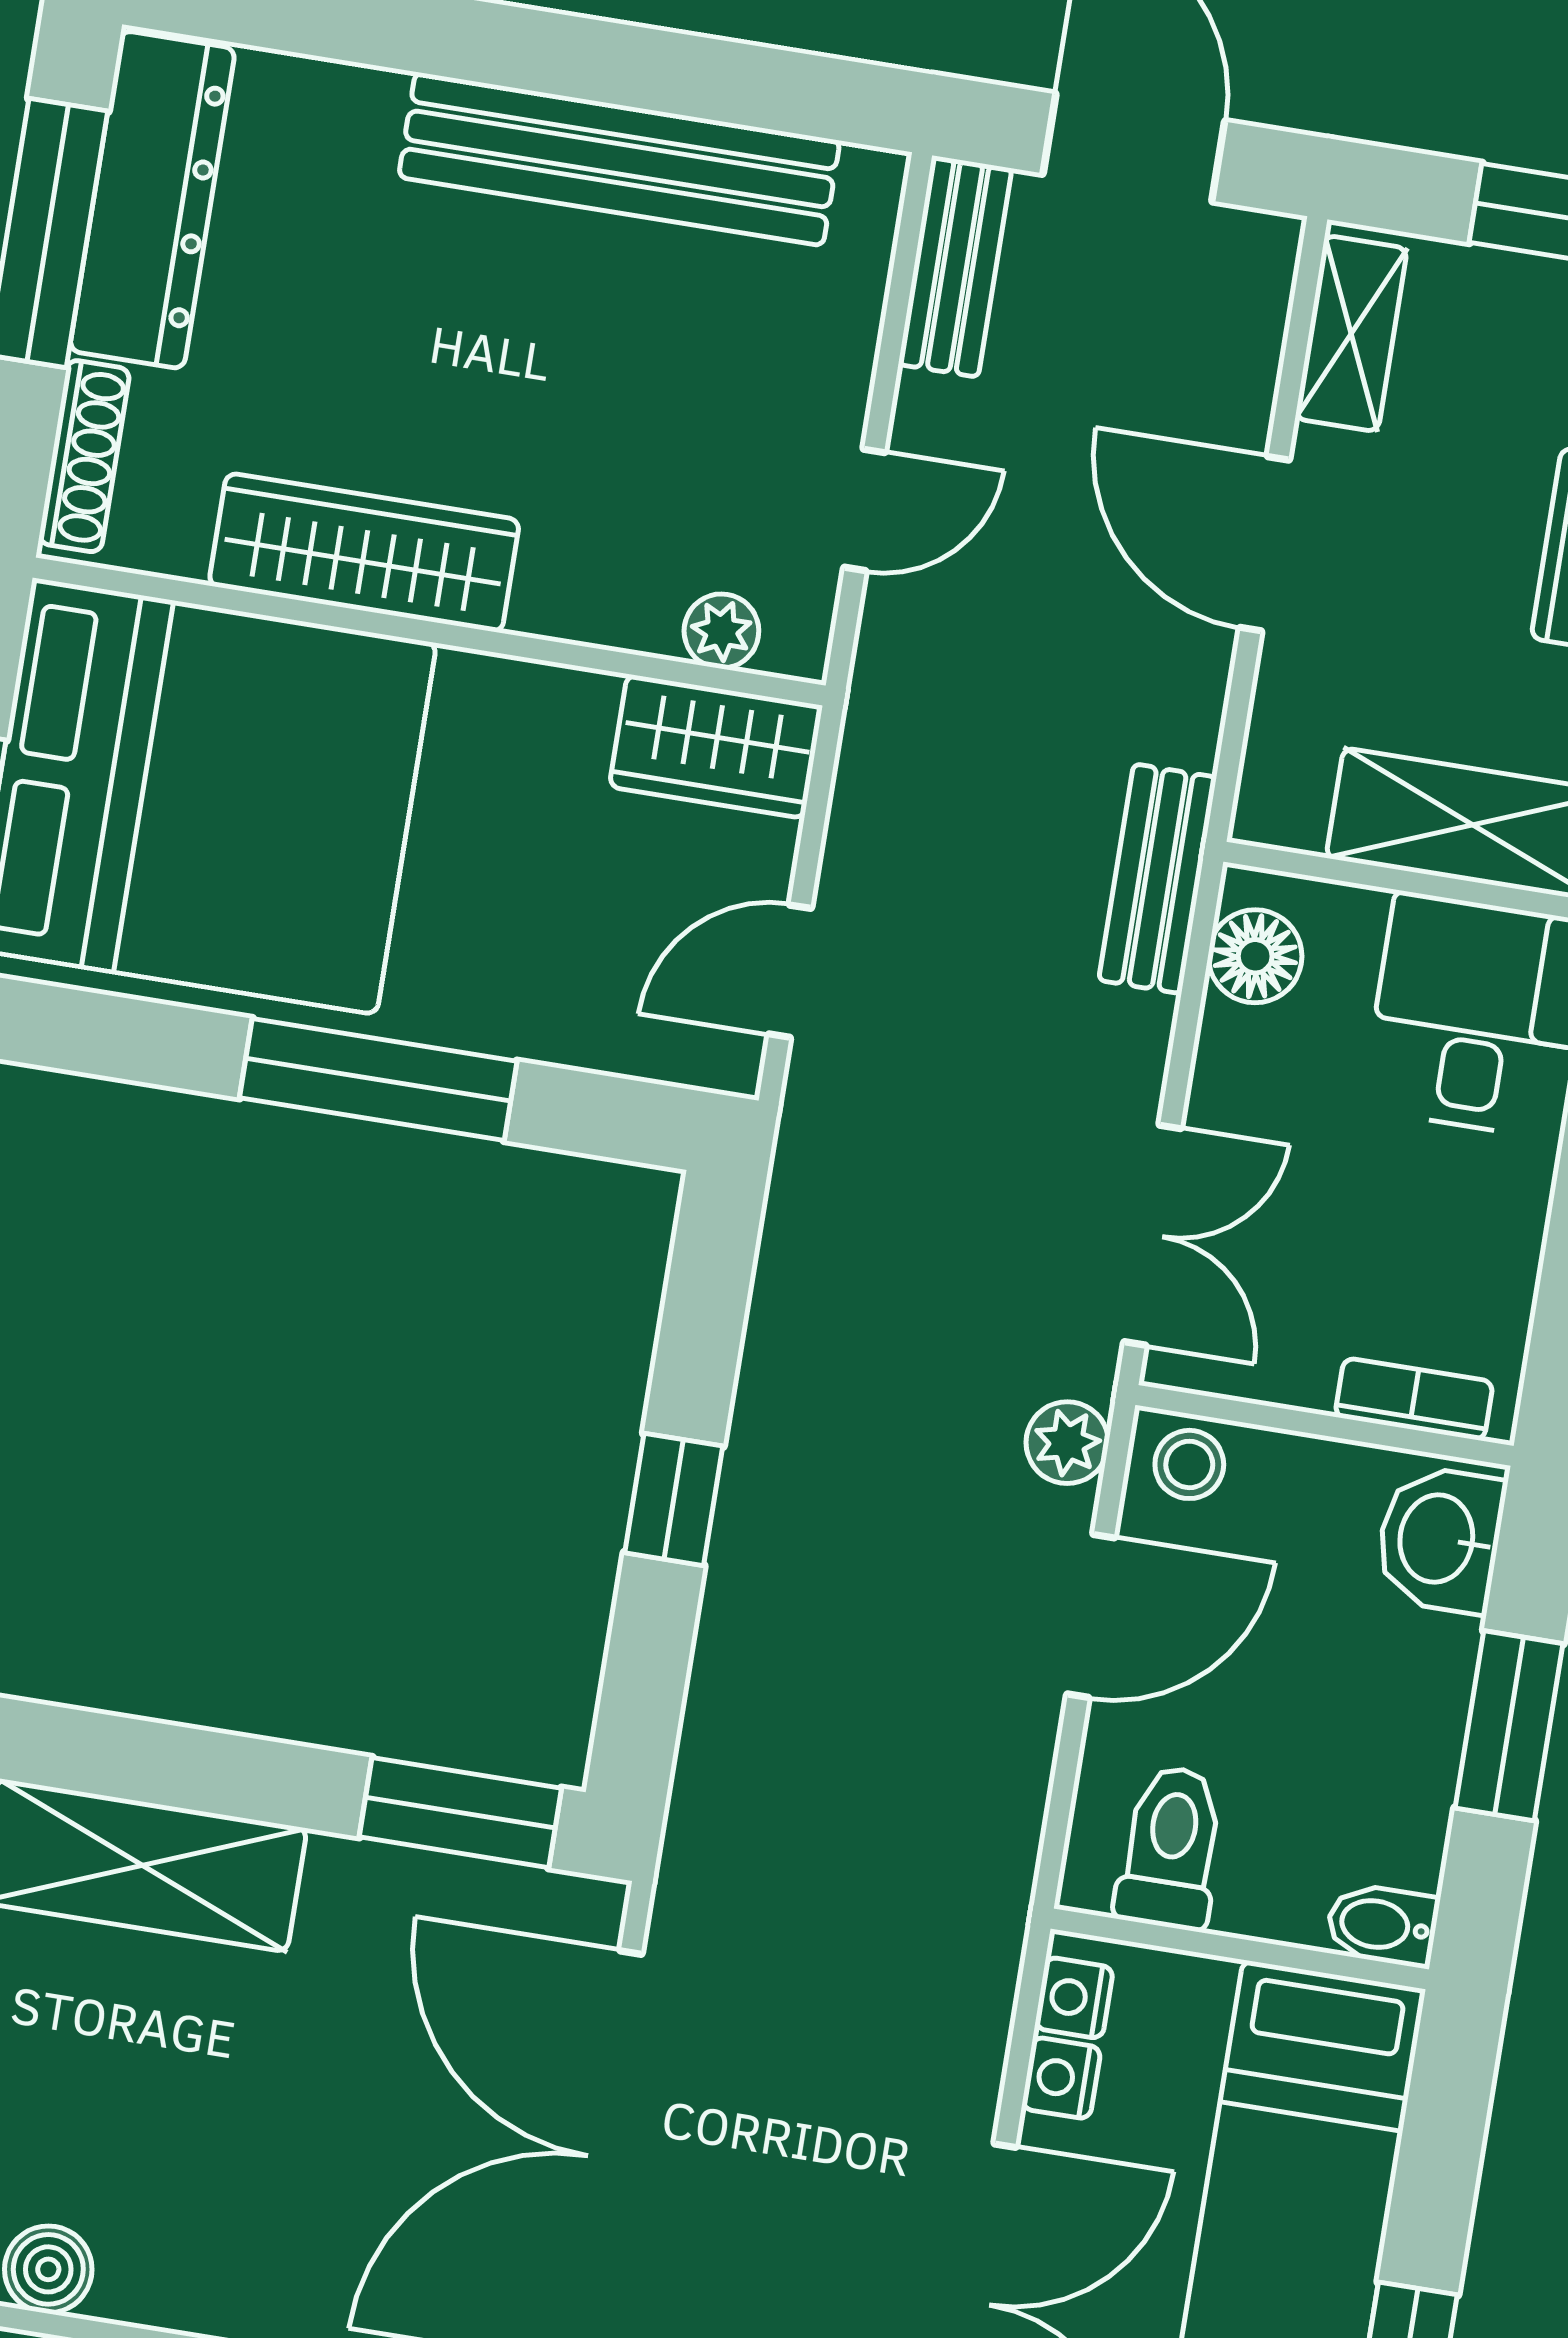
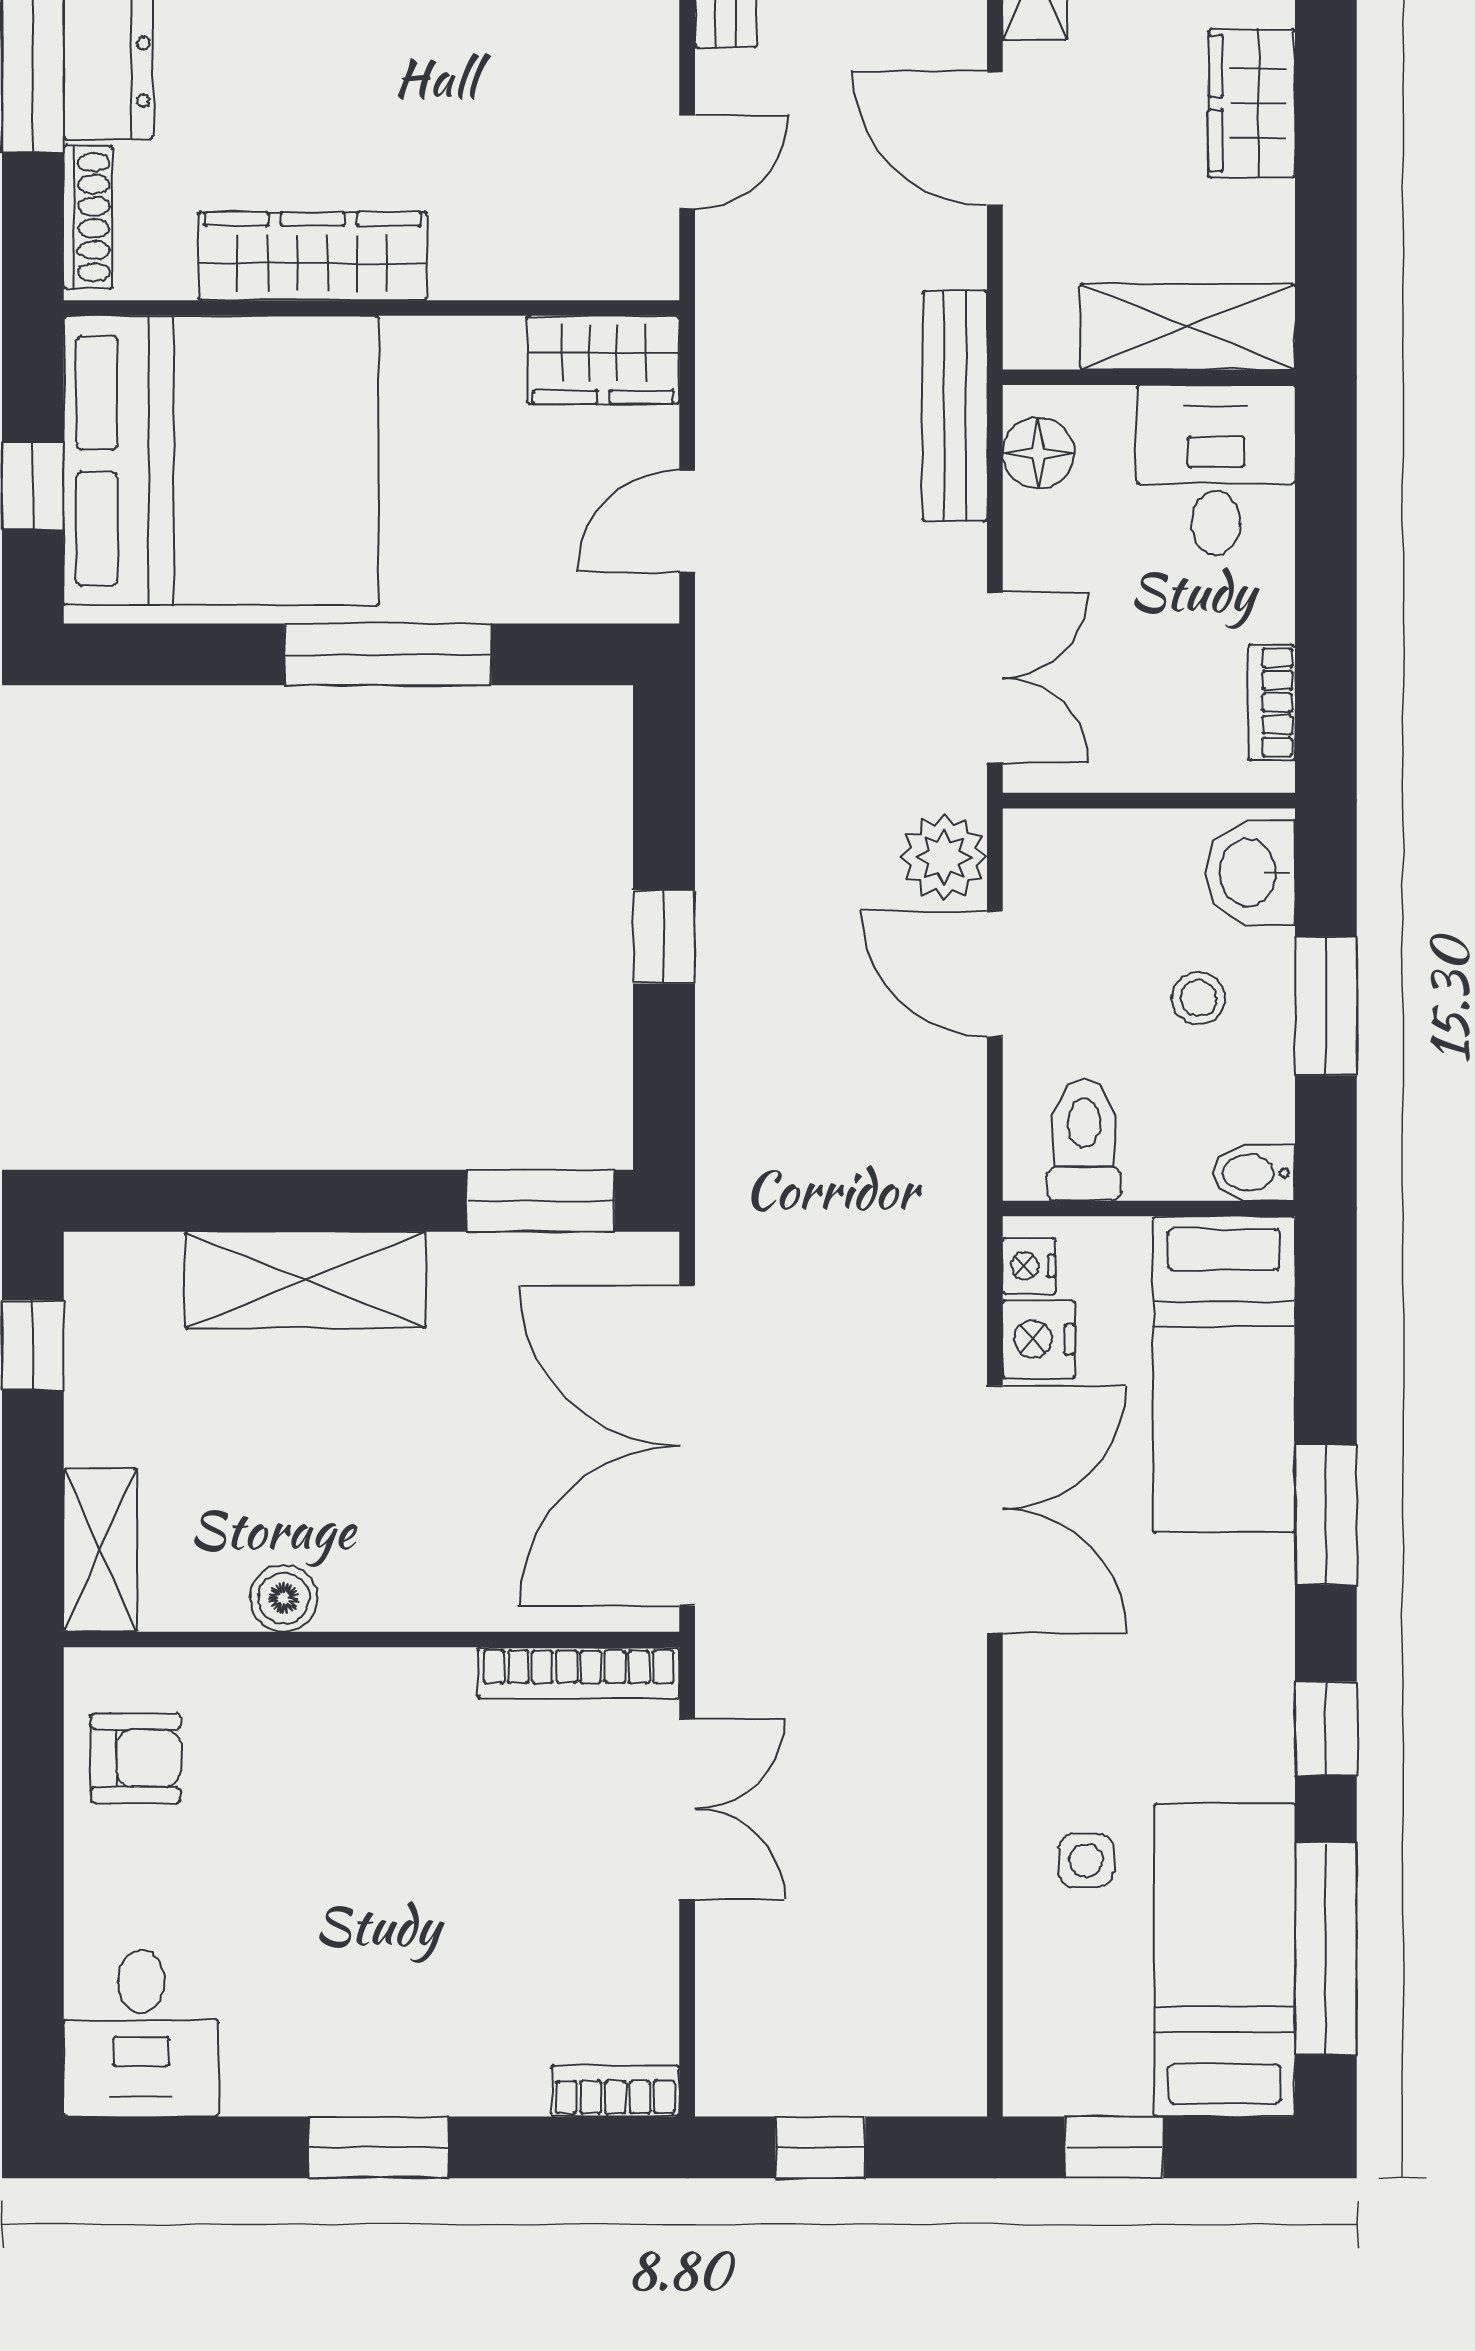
plant: (721, 631) -> (593, 272), removed
bench: (1158, 879) -> (955, 406), width x1.36
bookcase: (1414, 1399) -> (1272, 703), moved, turned -90
plant: (1067, 1443) -> (944, 857), width x1.38, depth x1.38
stool: (1189, 1464) -> (1198, 998), moved
door: (1091, 1616) -> (995, 974), swing flipped
nightstand: (1061, 2078) -> (1039, 1339), width x1.39, depth x1.35

